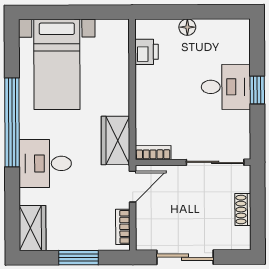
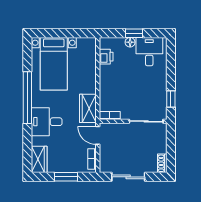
window: (194, 12) -> (134, 33), added
desk: (226, 87) -> (149, 52), moved, turned -90
window: (257, 90) -> (171, 99), moved
door: (133, 187) -> (98, 135), swing flipped
shoe rack: (243, 210) -> (162, 163), moved

